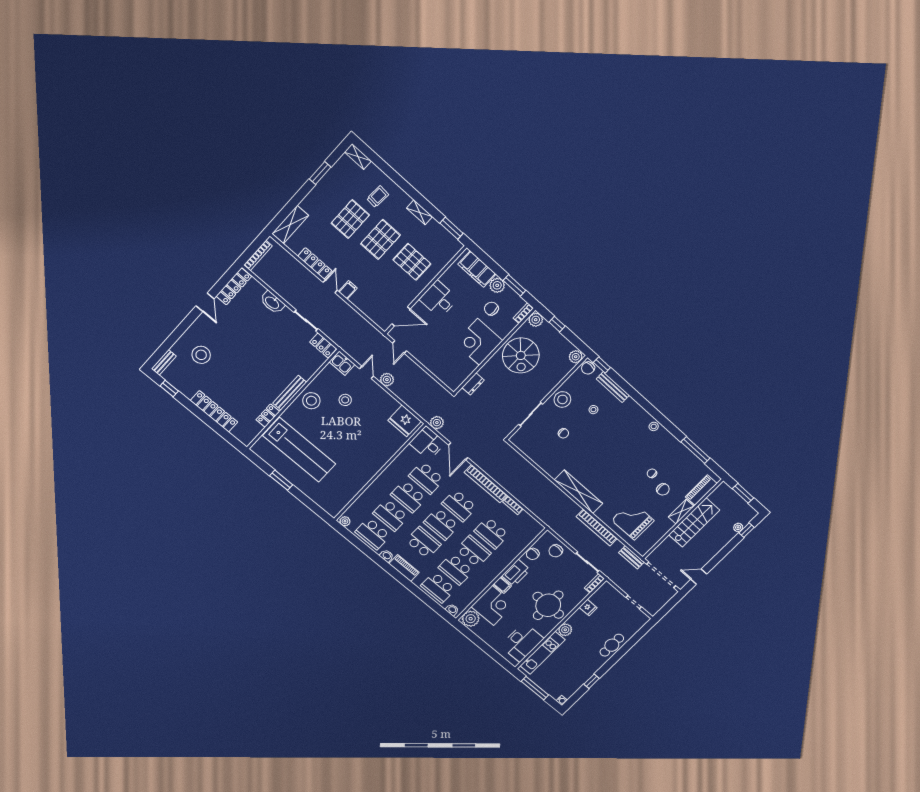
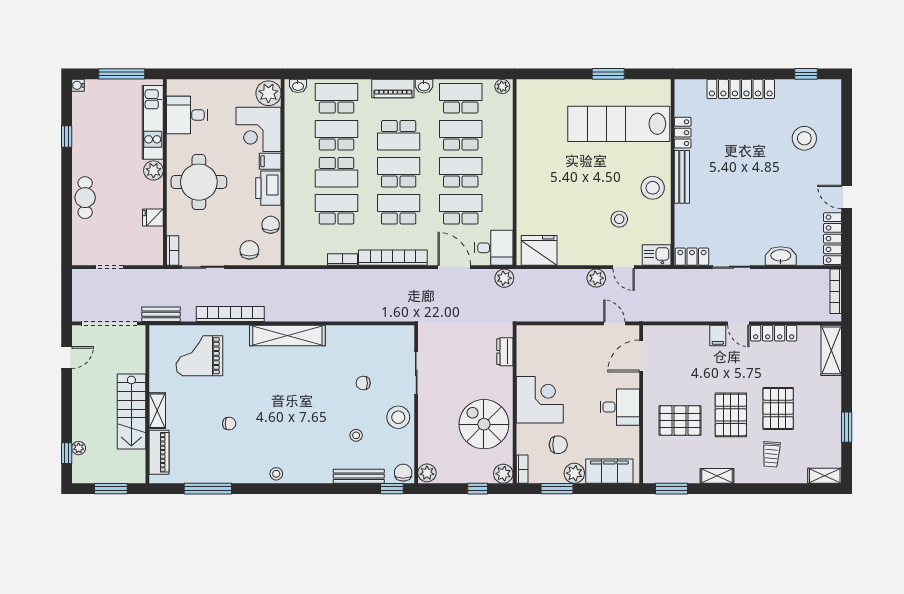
bench: (164, 362) -> (835, 97), removed
chair: (663, 489) -> (200, 417), removed
grand piano: (633, 520) -> (199, 356), turned 180
desk: (522, 642) -> (187, 115), width x0.73

